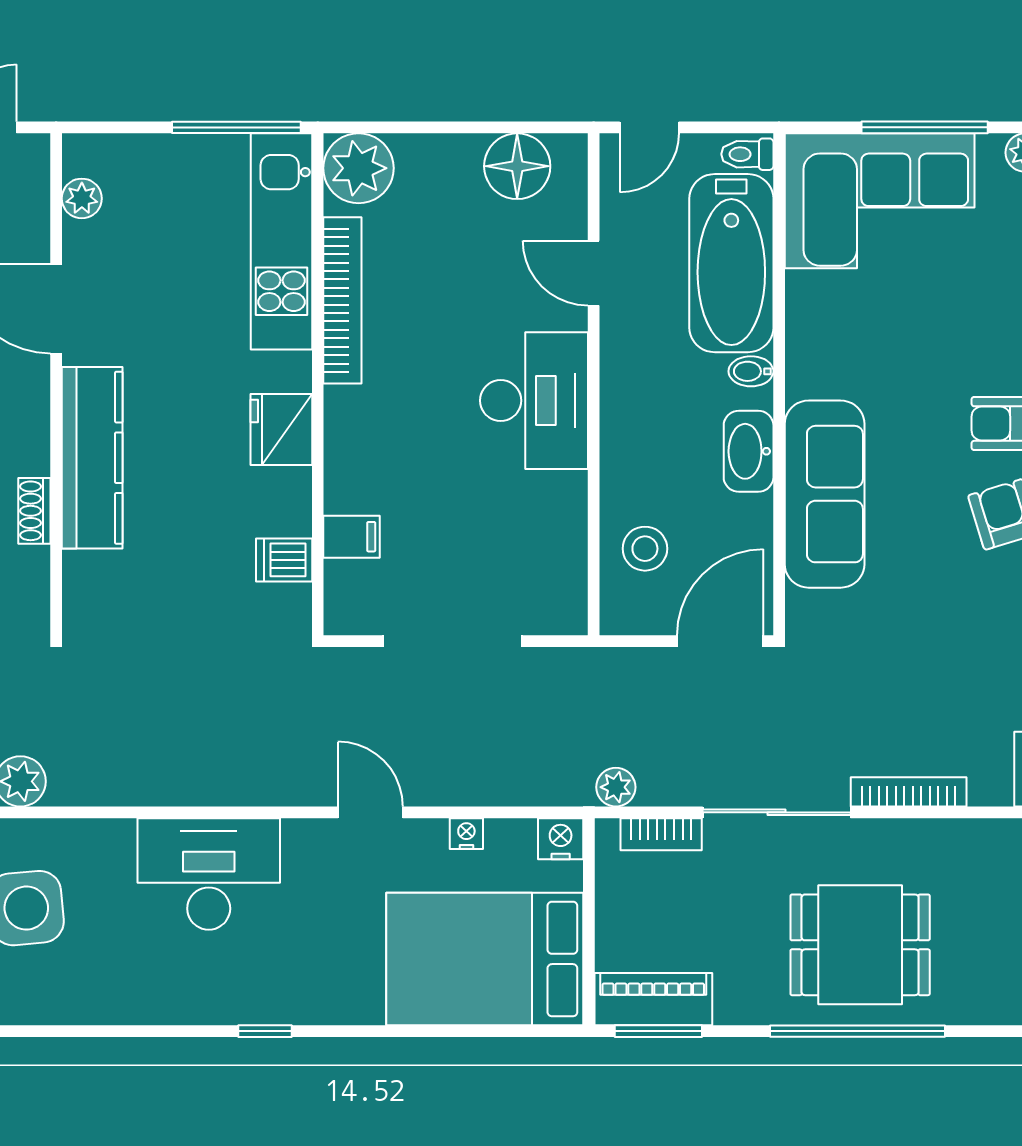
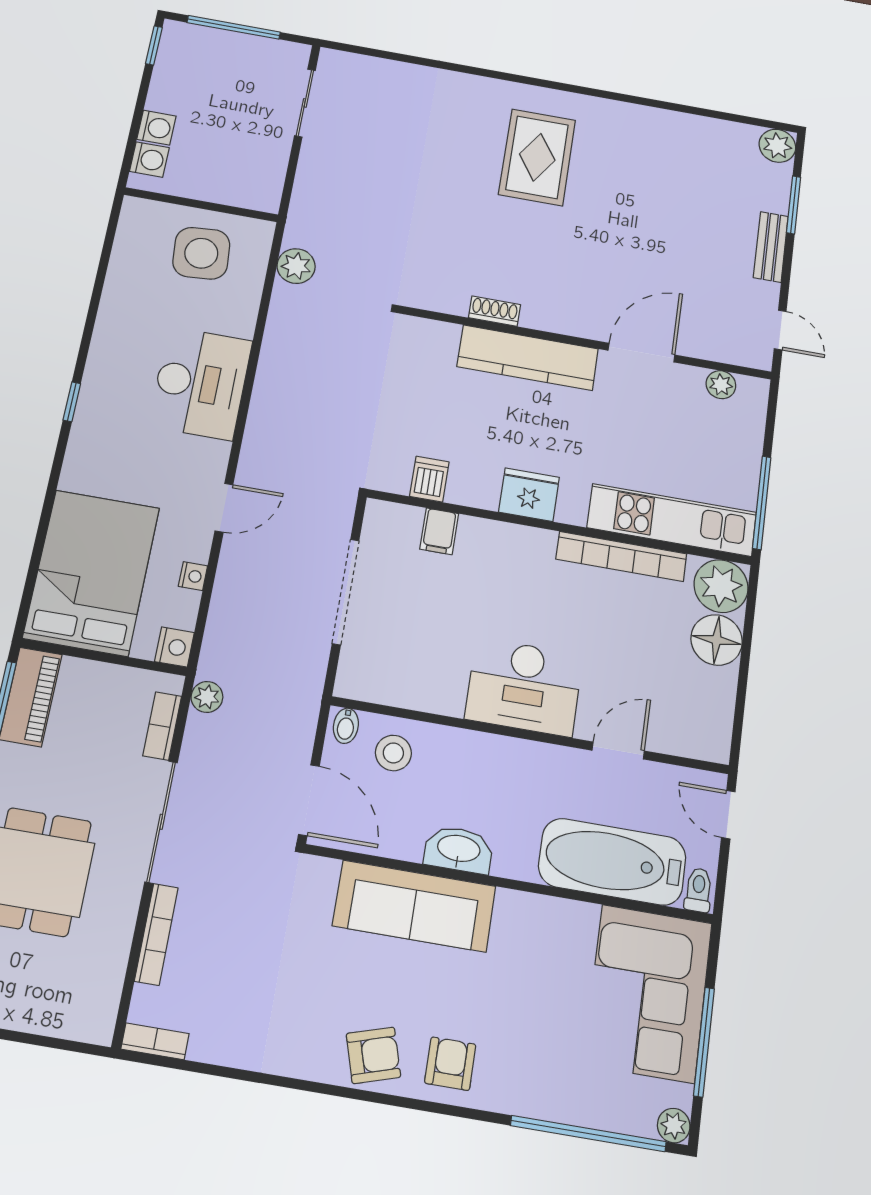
floor lamp: (517, 166) -> (717, 640), moved
bidet: (751, 371) -> (346, 726), moved, turned 180

